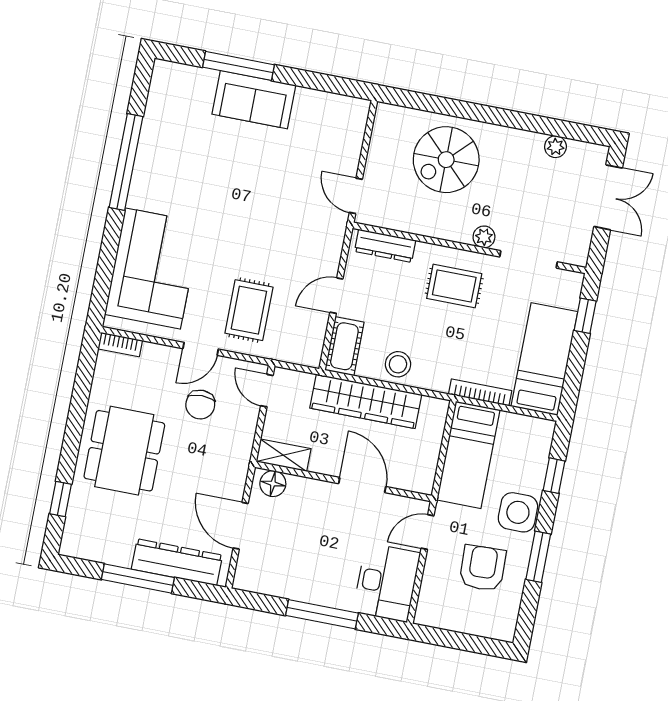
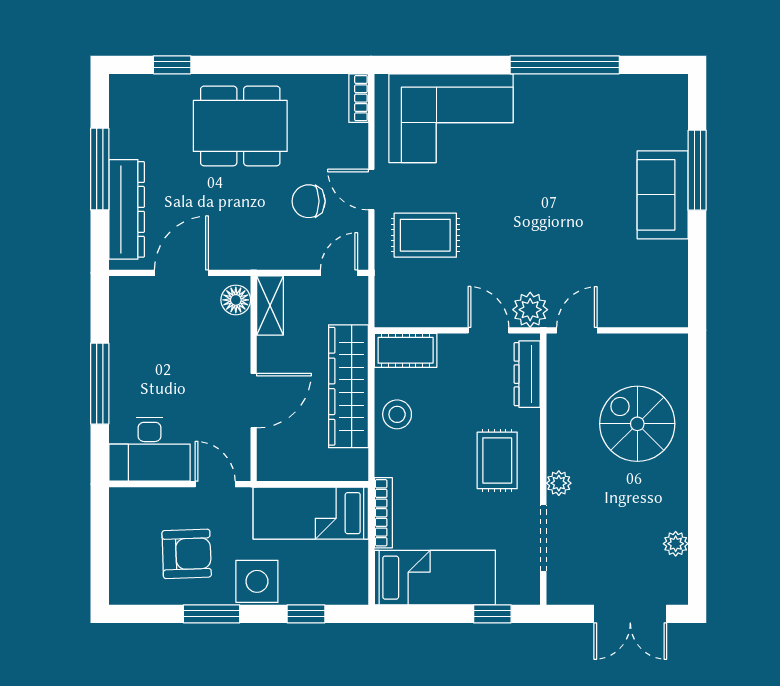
plant: (330, 233) -> (530, 310), added
door: (336, 296) -> (489, 330), moved

